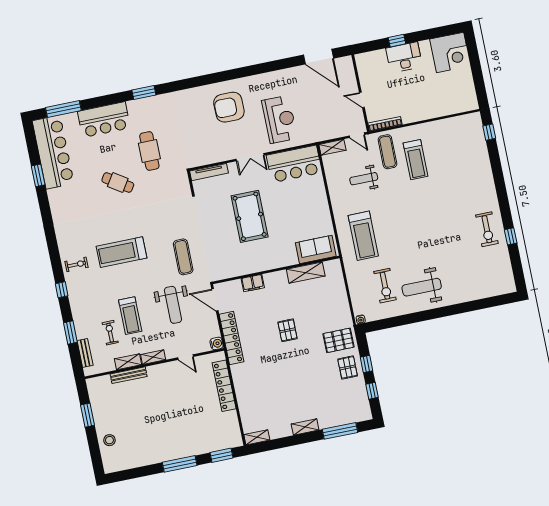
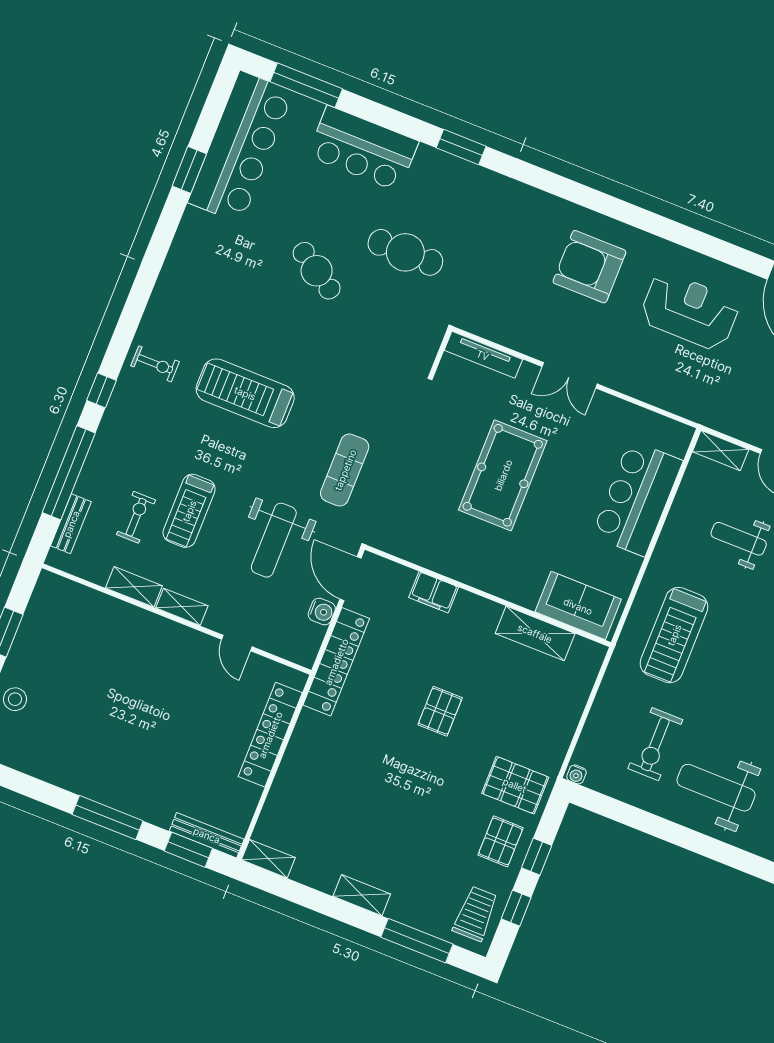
reception desk: (279, 119) -> (690, 311), moved, turned -90
cafe table: (149, 151) -> (405, 252), turned 90
bar counter: (294, 164) -> (637, 498), moved, turned 90
window: (70, 333) -> (69, 473), width x2.11
water cooler: (217, 343) -> (322, 612), moved
bench: (129, 375) -> (207, 835), moved
trolley: (357, 404) -> (475, 914), added

